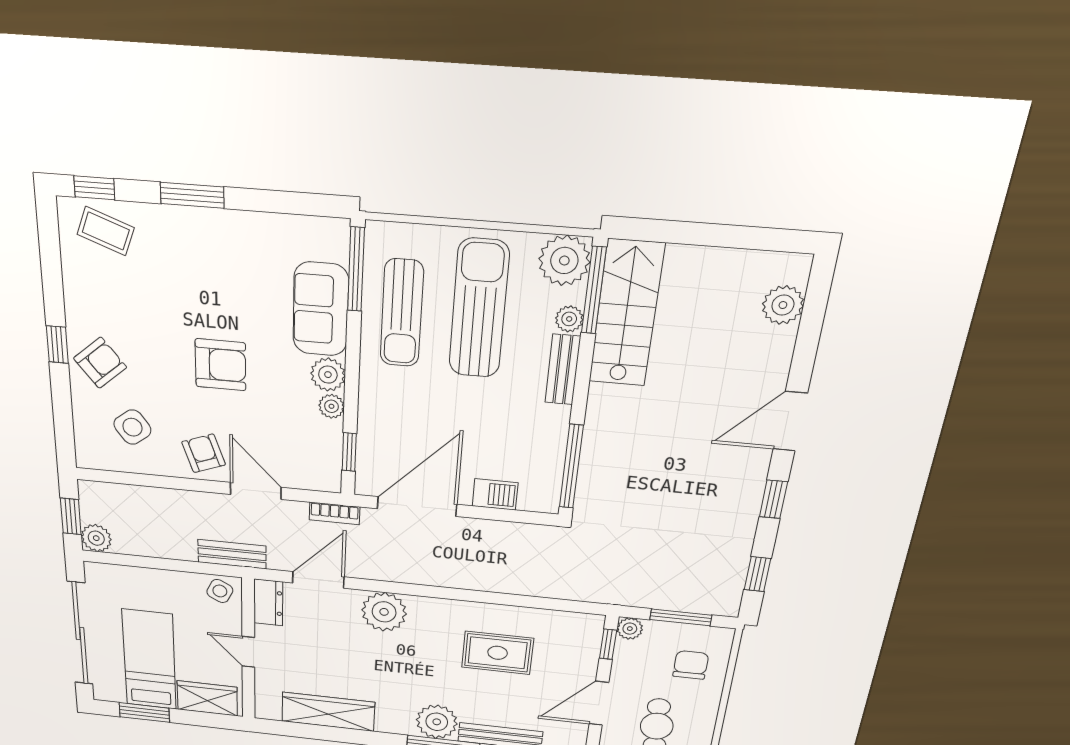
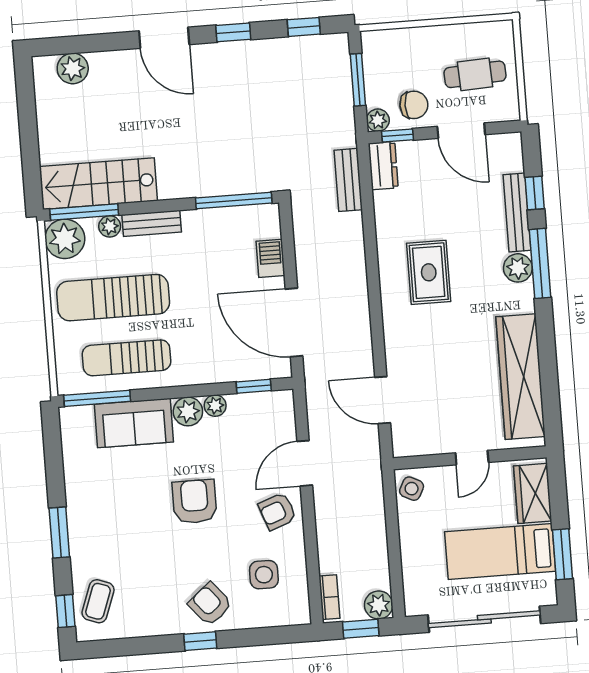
sun lounger: (402, 313) -> (127, 358), turned 180
side table: (132, 427) -> (264, 575), turned 38
bookcase: (335, 513) -> (329, 597), moved
bench: (232, 554) -> (348, 180), moved
dresser: (268, 602) -> (383, 166), moved, turned 90
plant: (384, 612) -> (404, 338), removed
rug: (498, 653) -> (429, 272), moved
chair: (691, 665) -> (414, 105), moved, turned 180
wardrobe: (328, 712) -> (521, 377), width x1.40, depth x1.17
plant: (437, 722) -> (518, 268), width x0.73, depth x0.73

